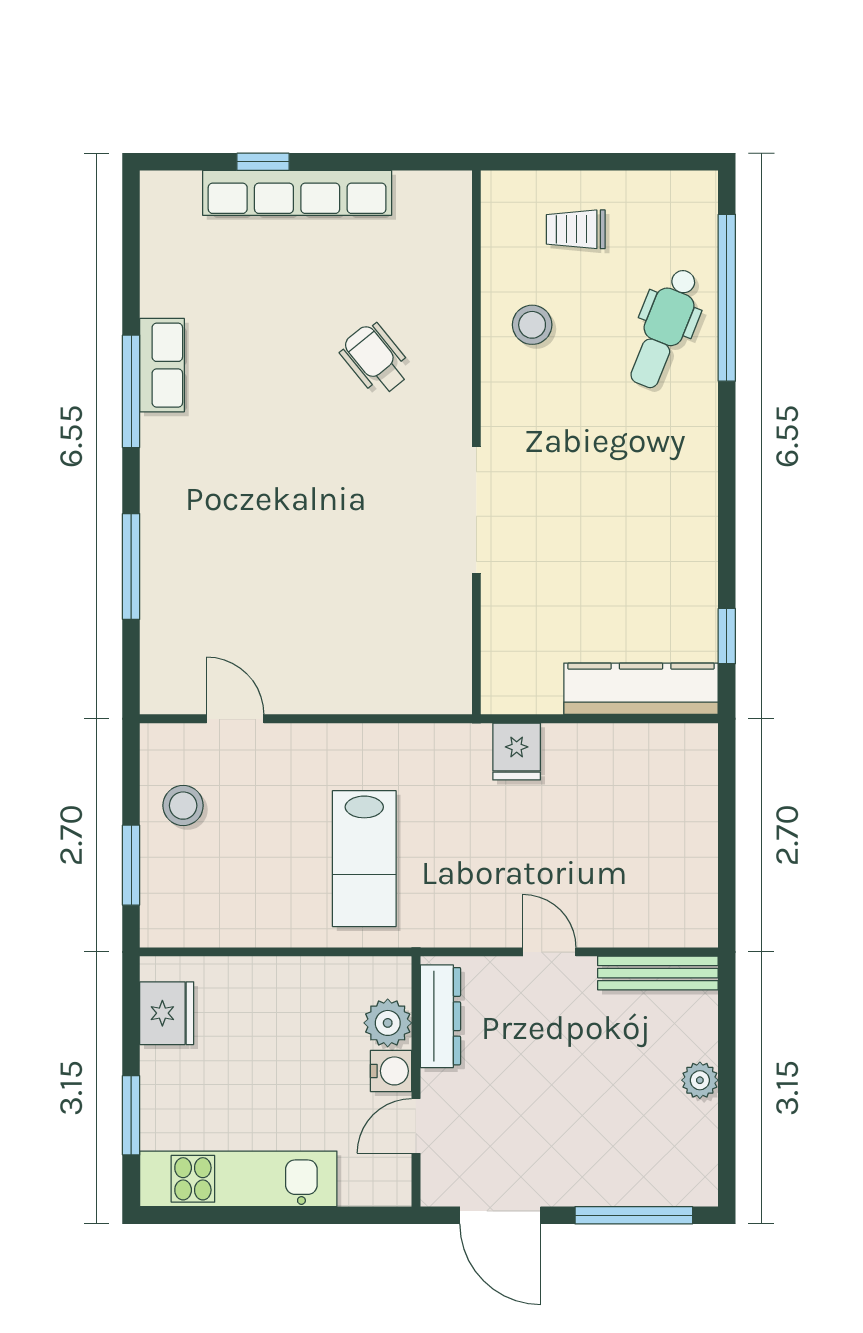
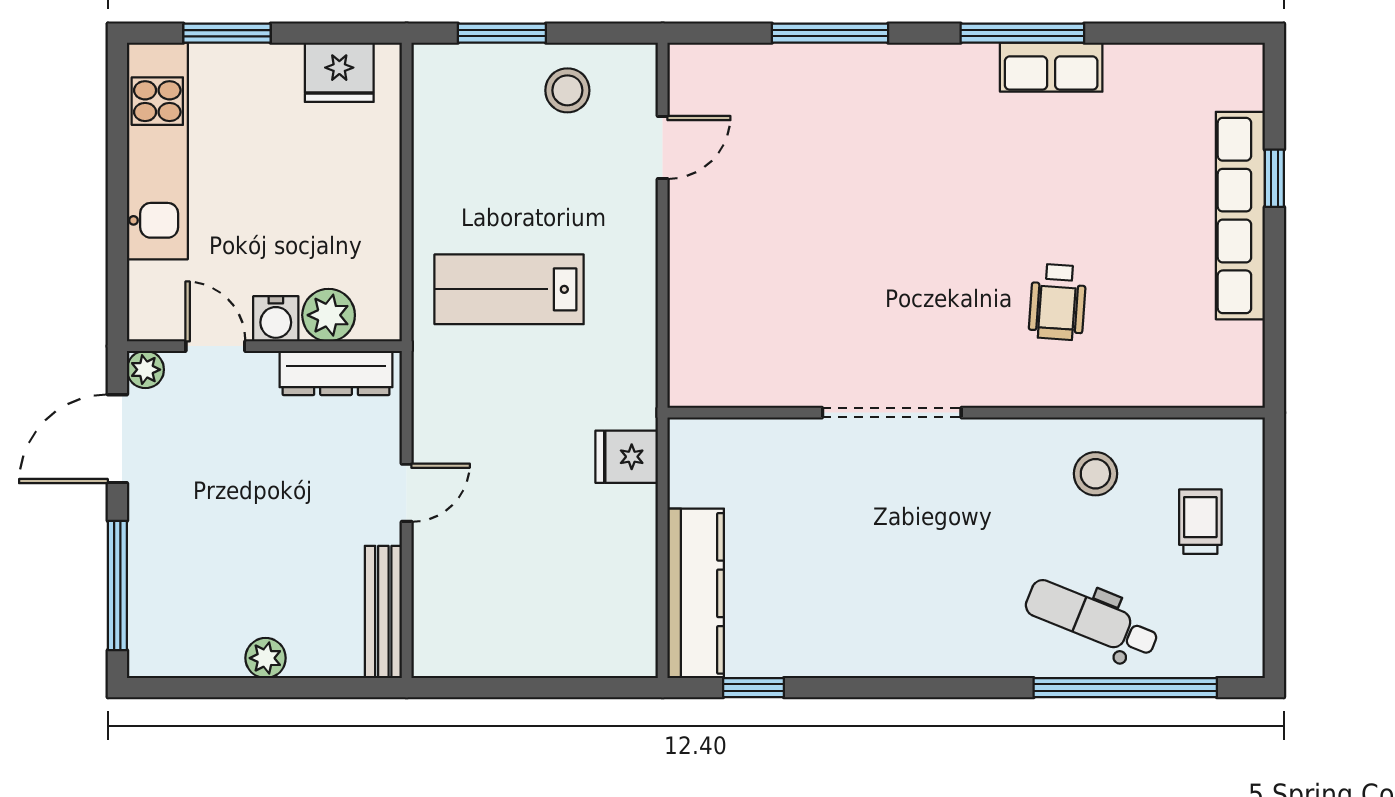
wheelchair: (376, 359) -> (1057, 302), turned 133
plant: (437, 1190) -> (145, 370), added

